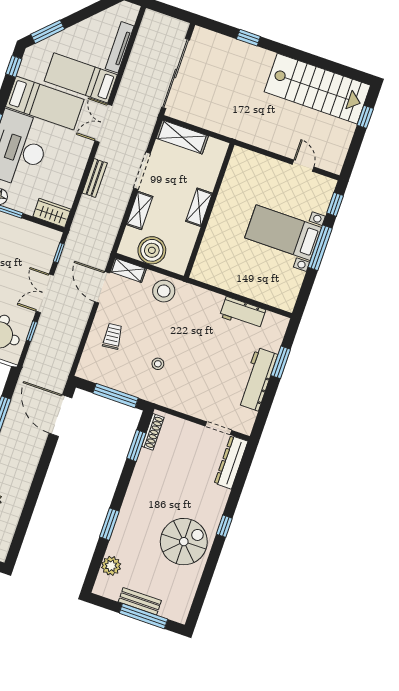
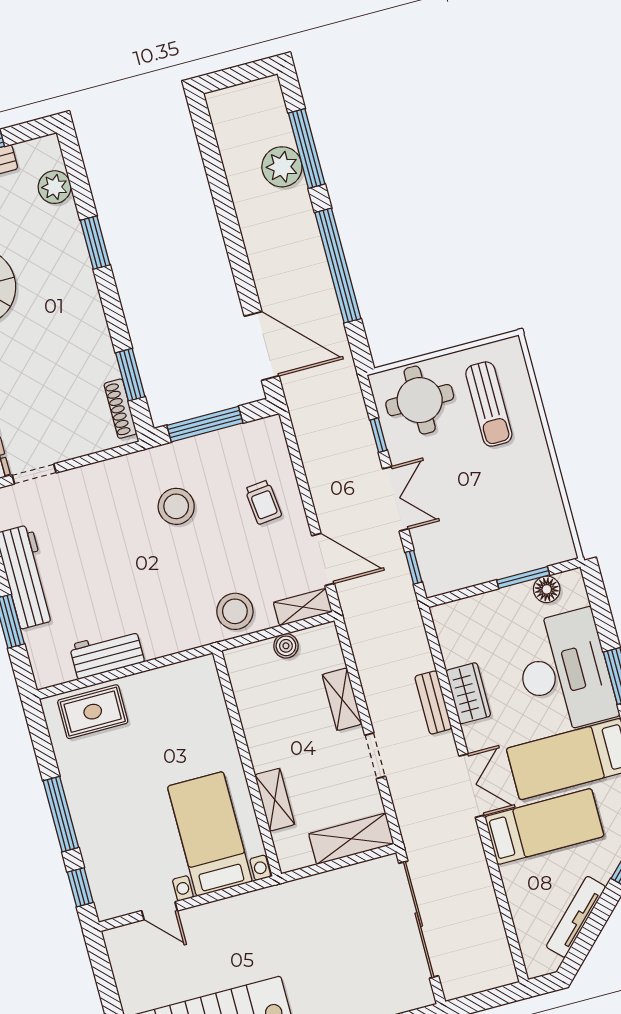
tv unit: (120, 47) -> (576, 917), moved, turned -135
doorway: (142, 171) -> (375, 756), width x0.73
shelving: (199, 207) -> (275, 800), moved
wardrobe: (52, 213) -> (468, 693), moved, turned -90
bed with nightstands: (283, 233) -> (210, 834), moved, turned -90
boiler: (152, 250) -> (286, 646), width x0.54, depth x0.54
rug: (269, 289) -> (93, 712), added
stool: (158, 364) -> (176, 506), width x1.89, depth x1.89

